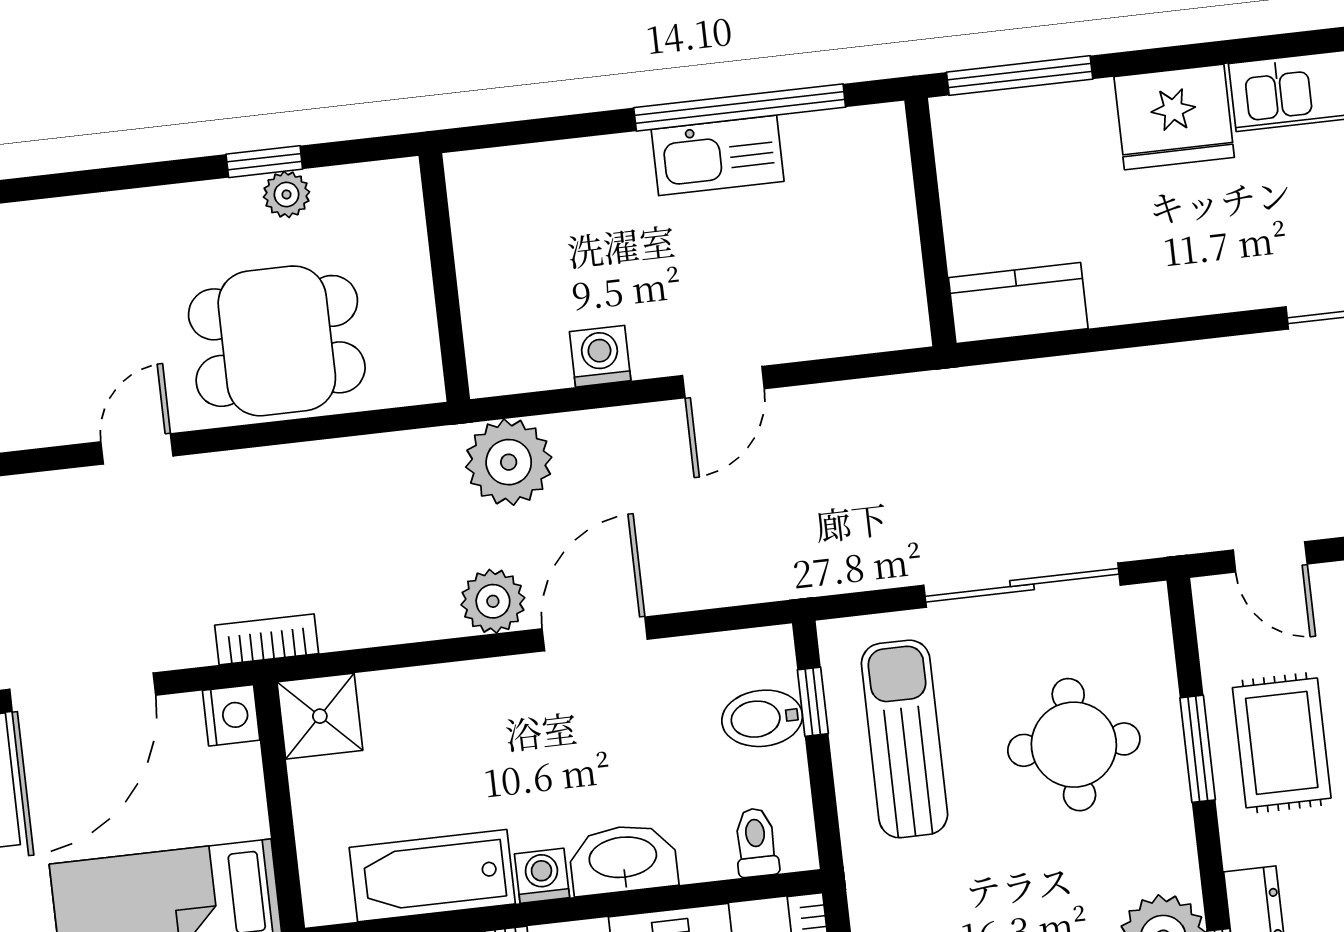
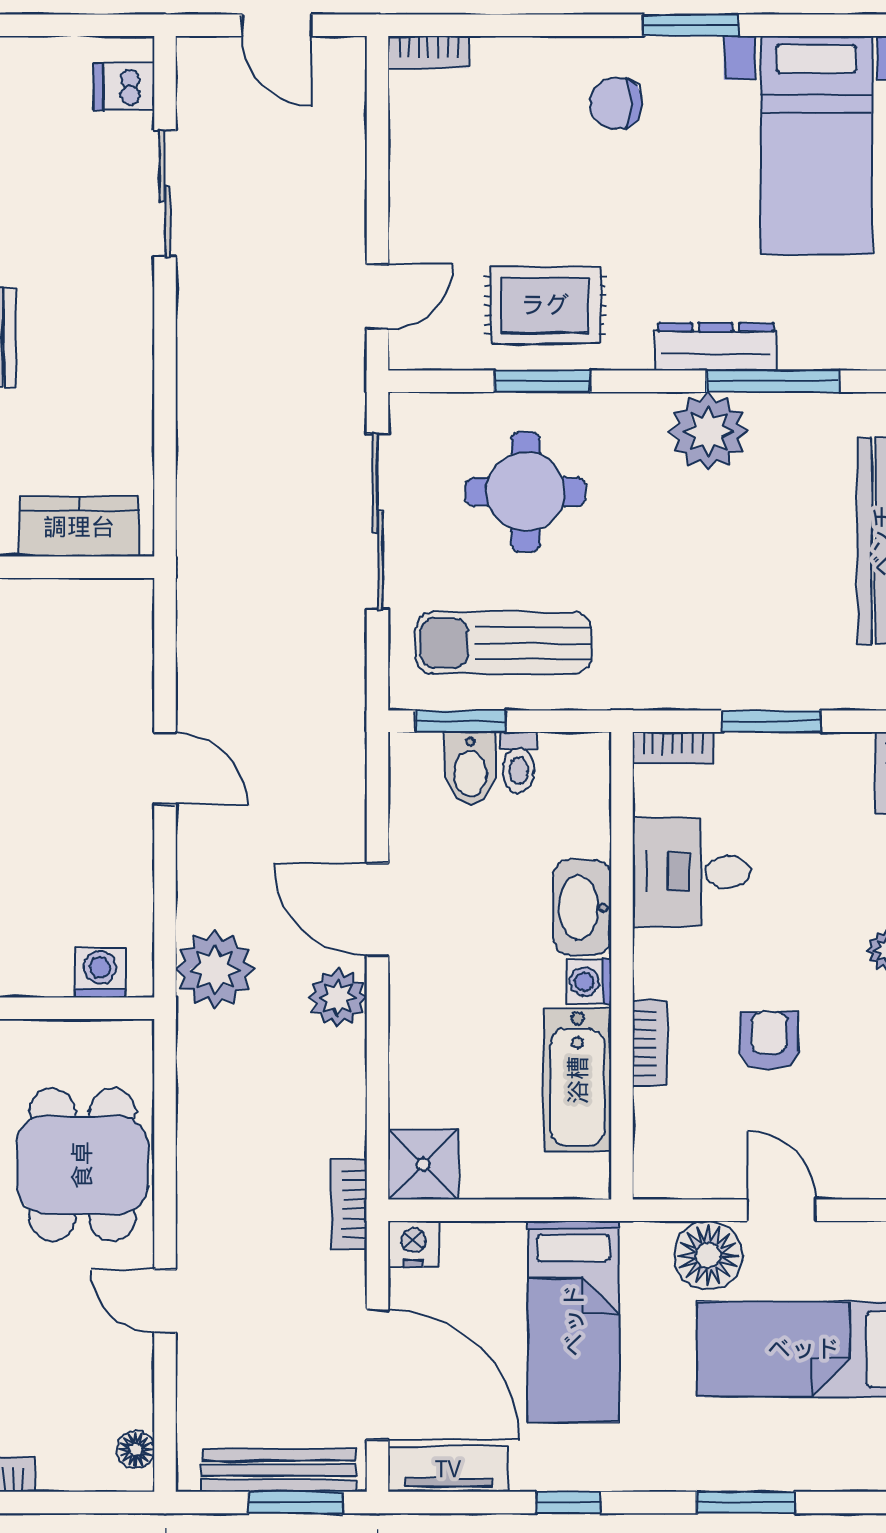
kitchen counter: (1018, 303) -> (79, 527), moved, turned 90
washing machine: (600, 356) -> (100, 972), moved, turned 90
window: (813, 702) -> (461, 721), width x1.50
toilet: (756, 842) -> (518, 762), moved, turned -90

